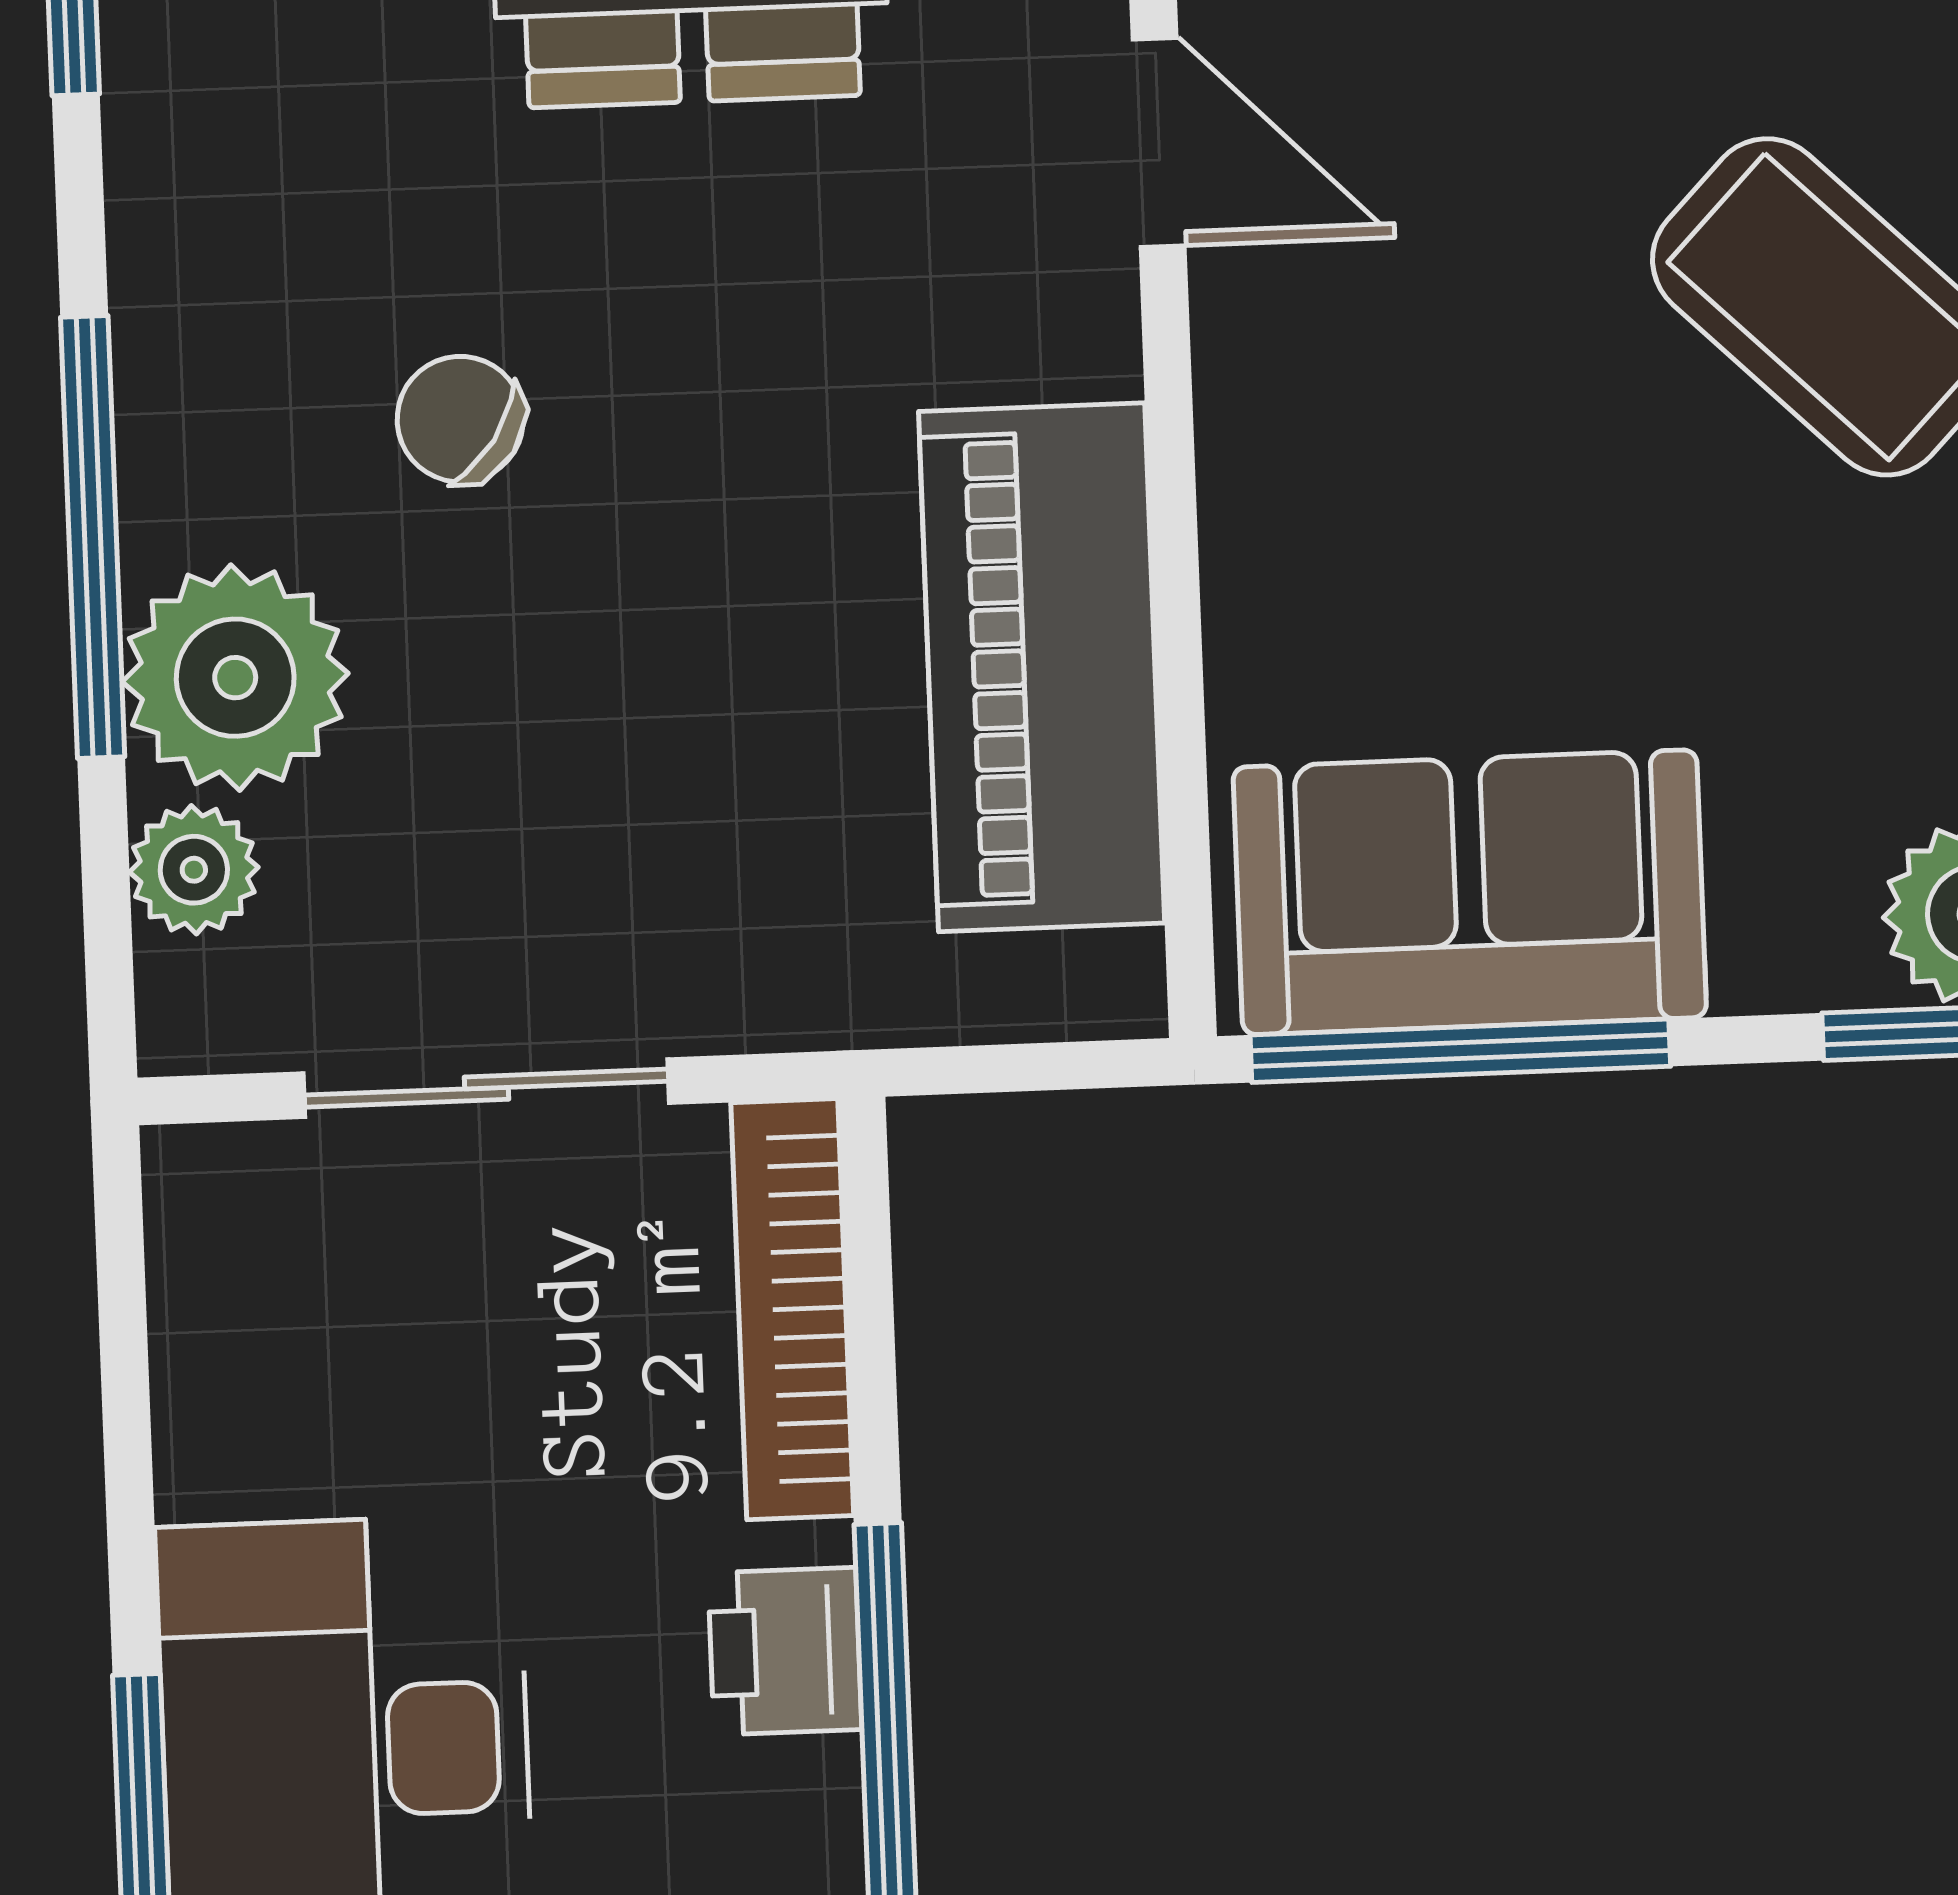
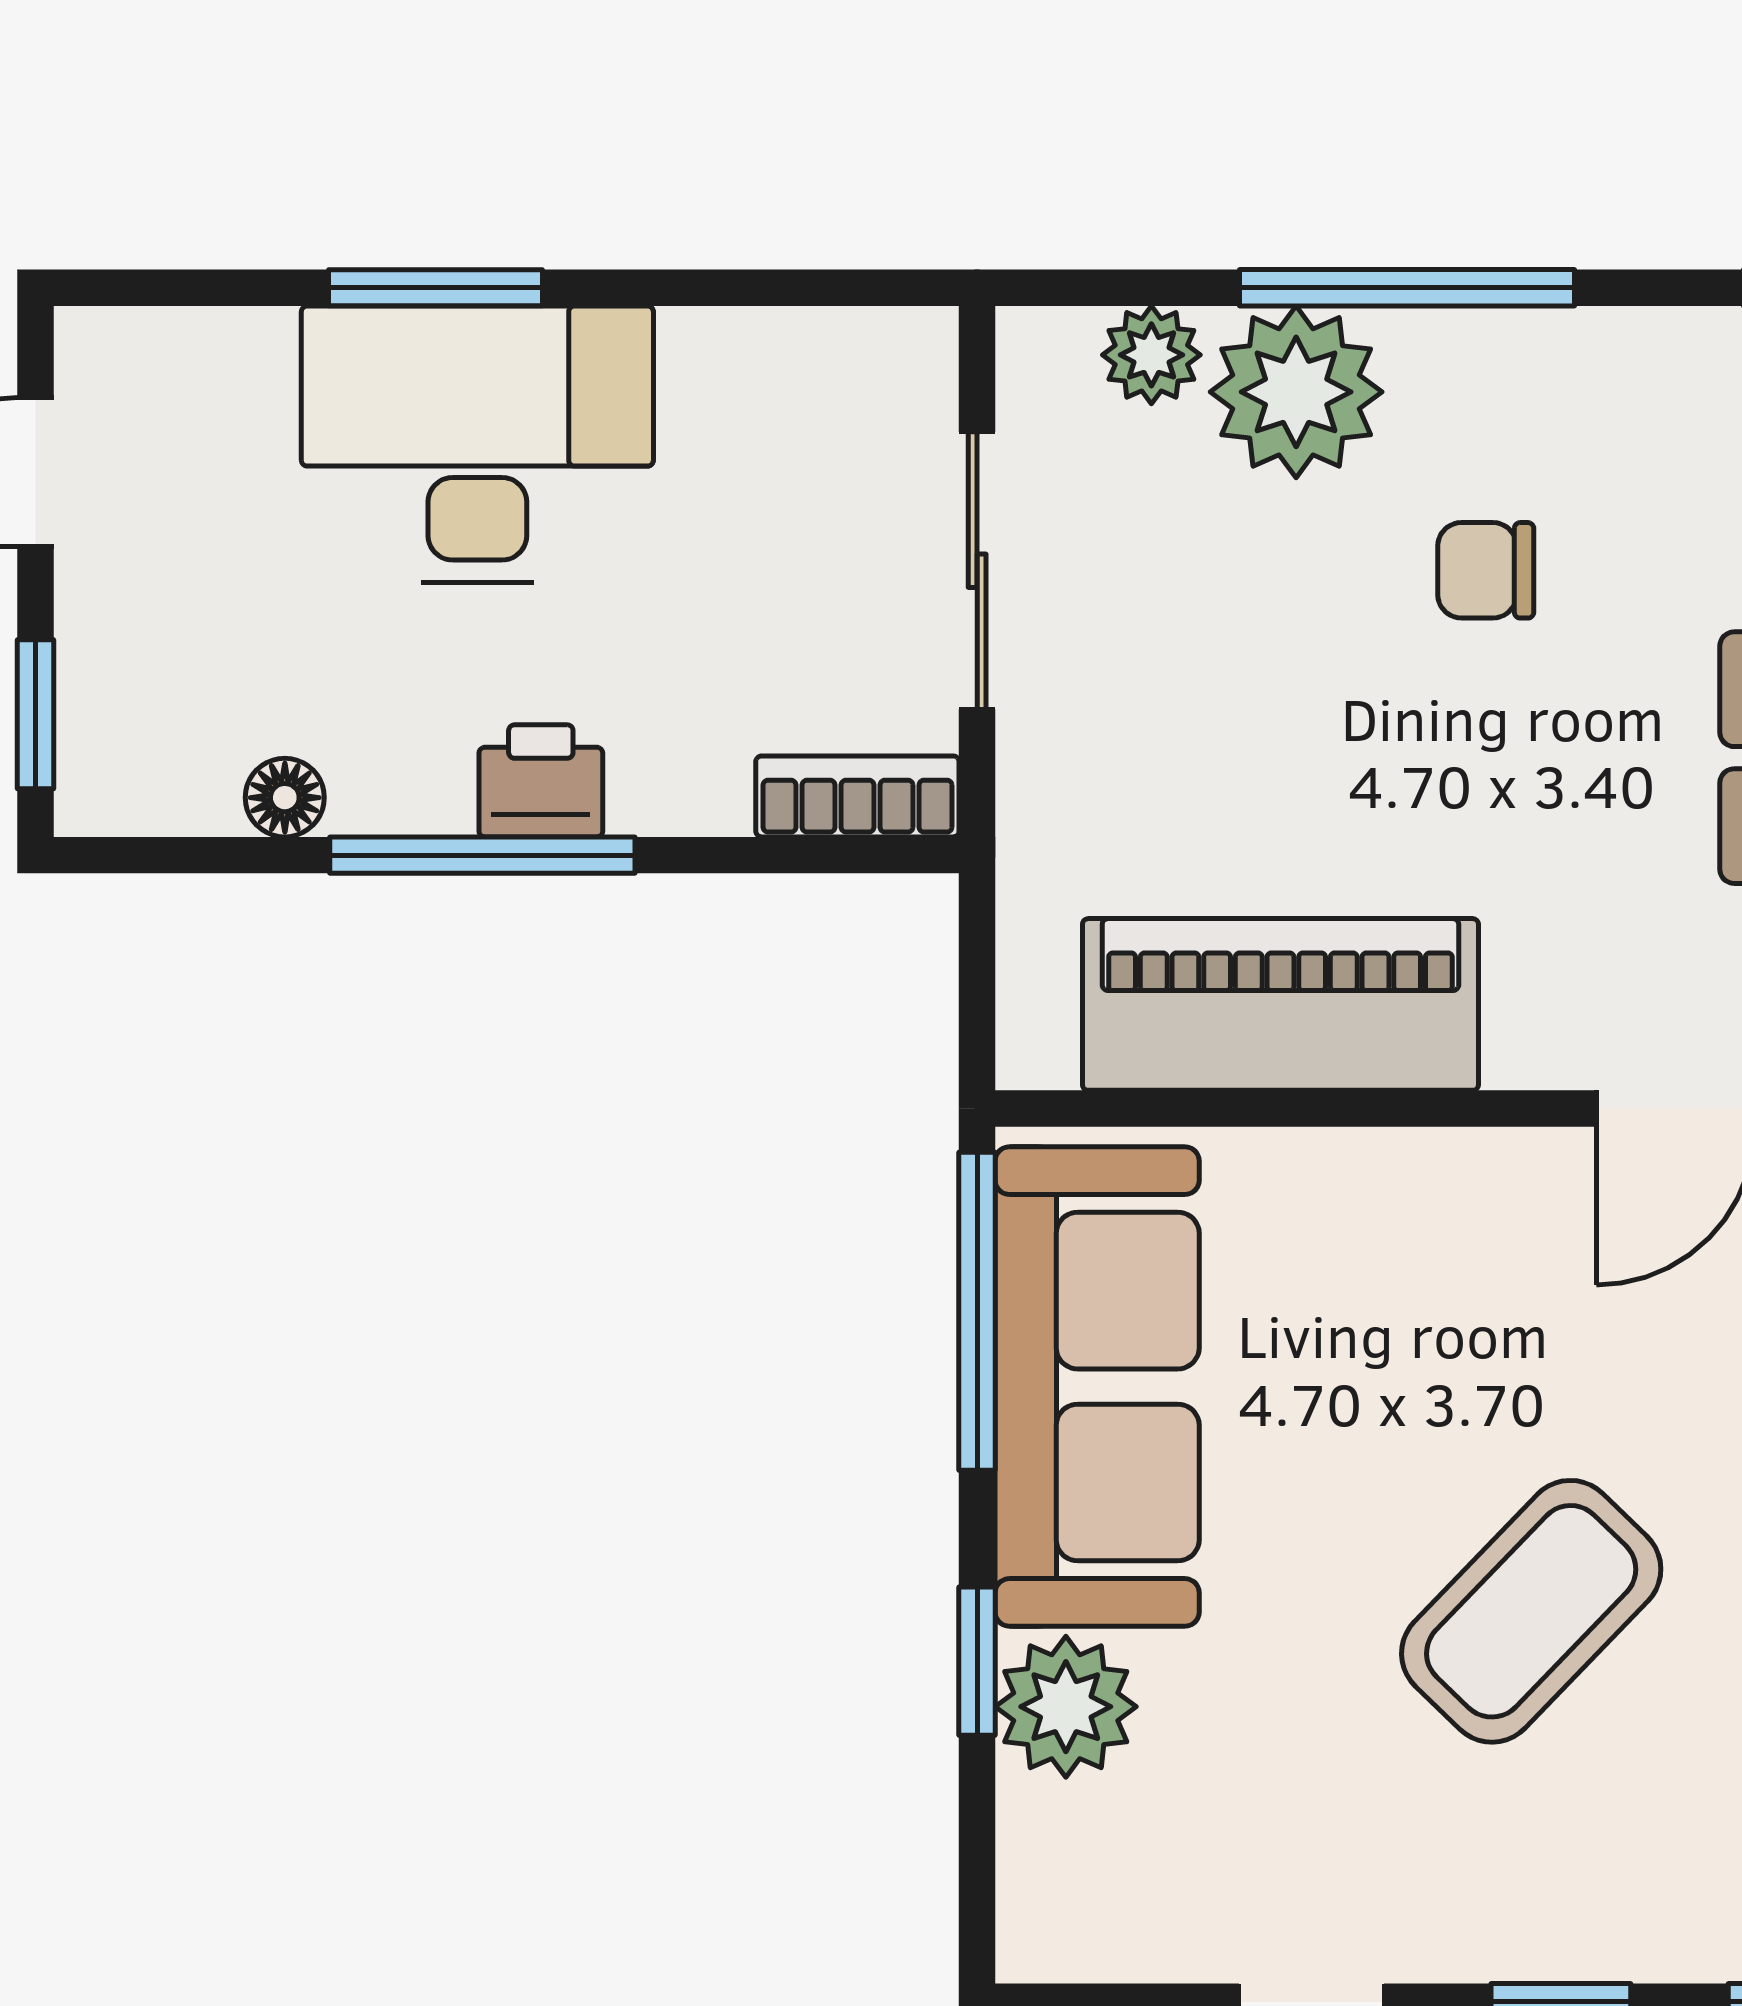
chair: (460, 419) -> (1486, 570), turned -124
sofa: (1470, 892) -> (1097, 1387), width x1.36
bookcase: (792, 1309) -> (857, 796), width x0.64

